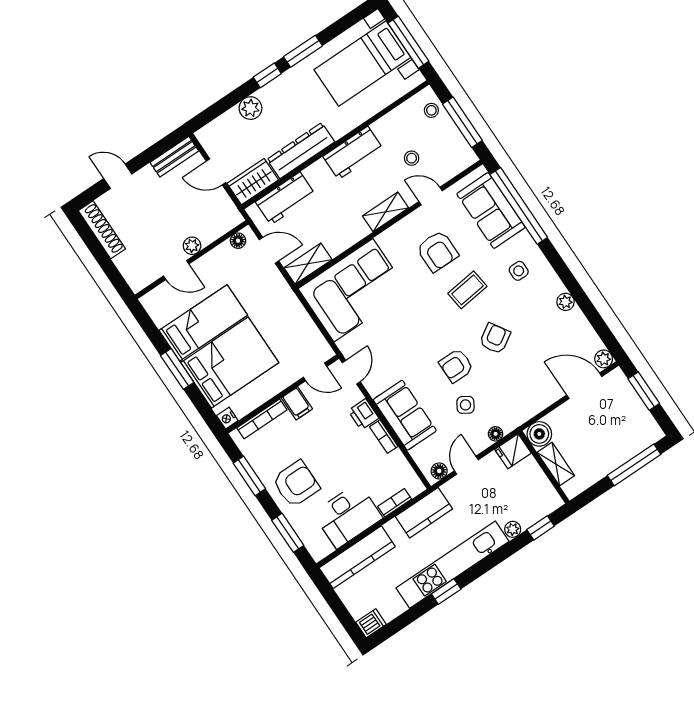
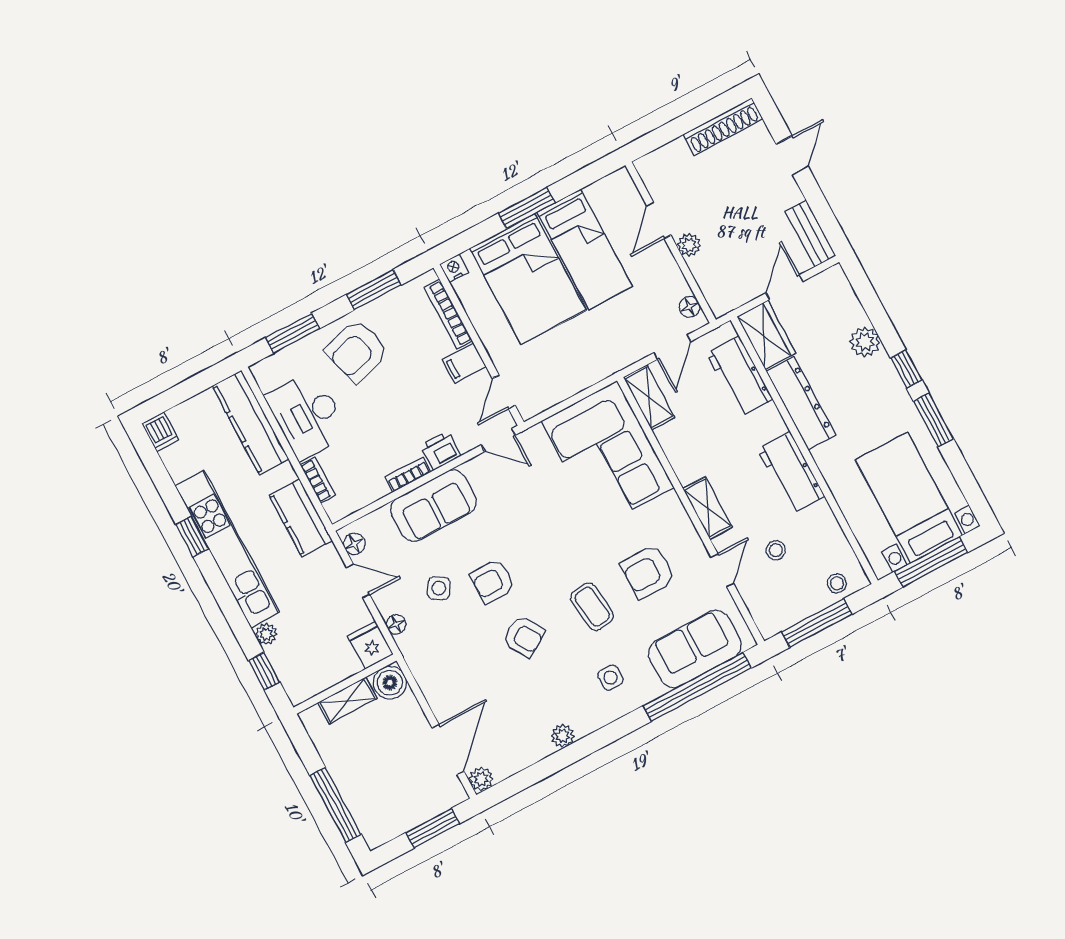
armchair: (456, 366) -> (493, 581), turned -90
armchair: (296, 484) -> (357, 351), turned 74

